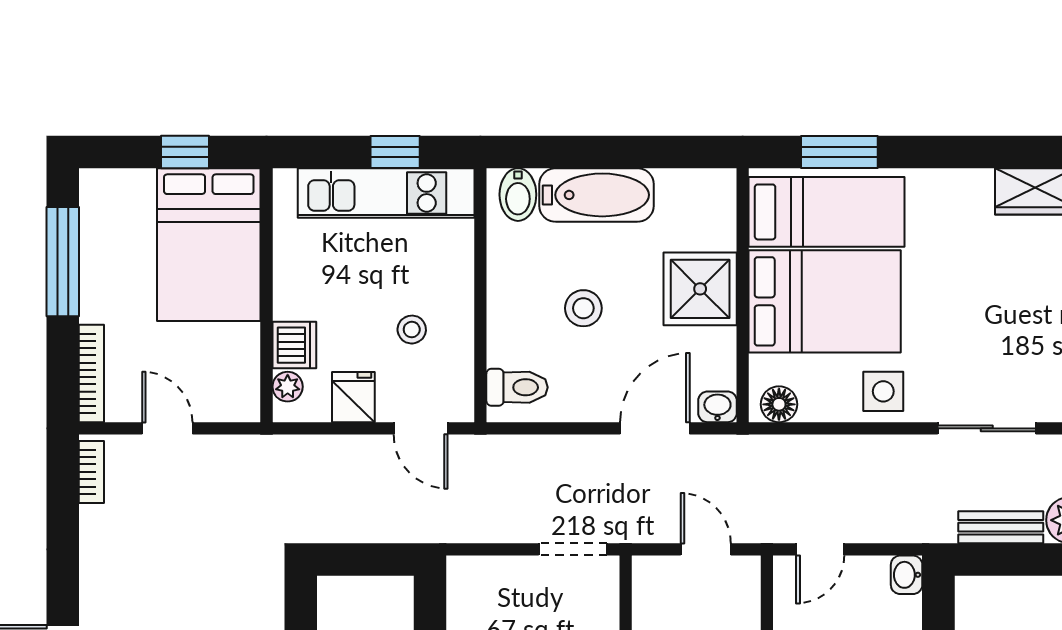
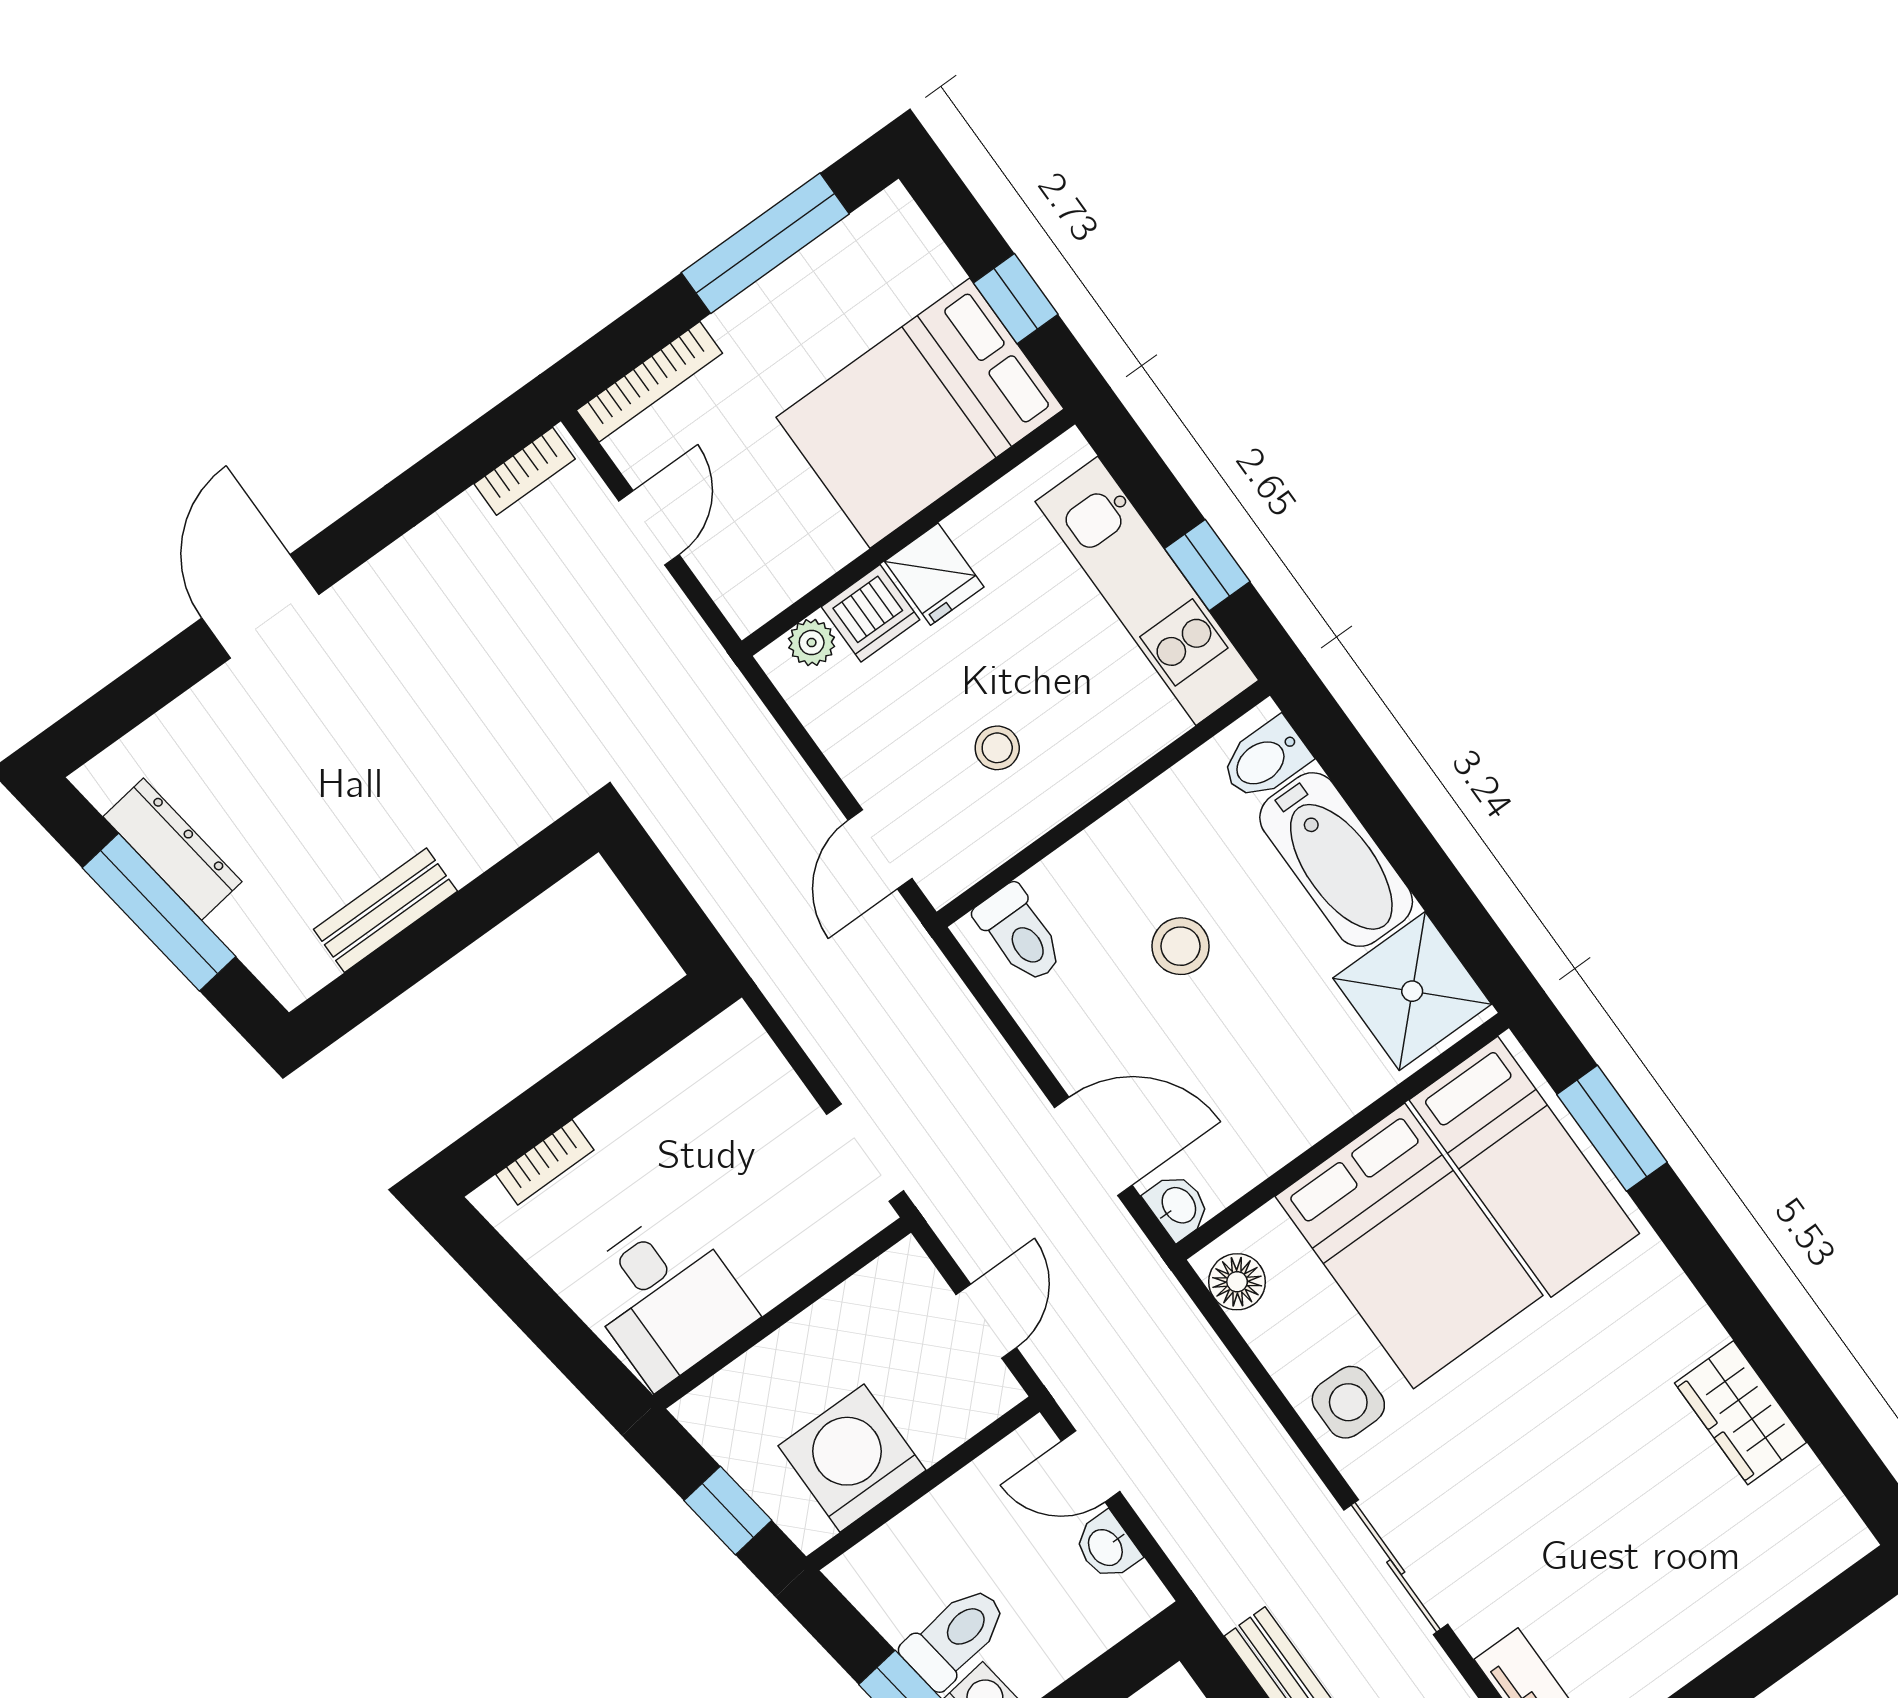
shower: (700, 289) -> (1412, 991), moved
fridge: (353, 397) -> (934, 574), moved, turned 90
washbasin: (907, 575) -> (1107, 1547), moved, turned -90

